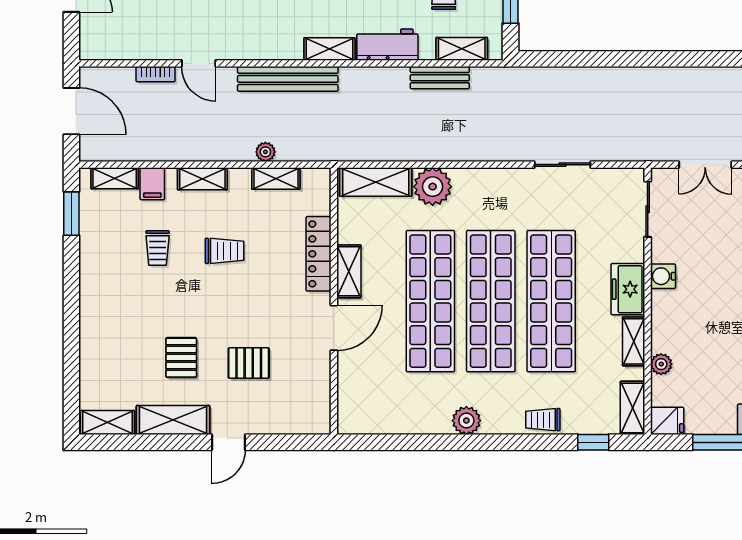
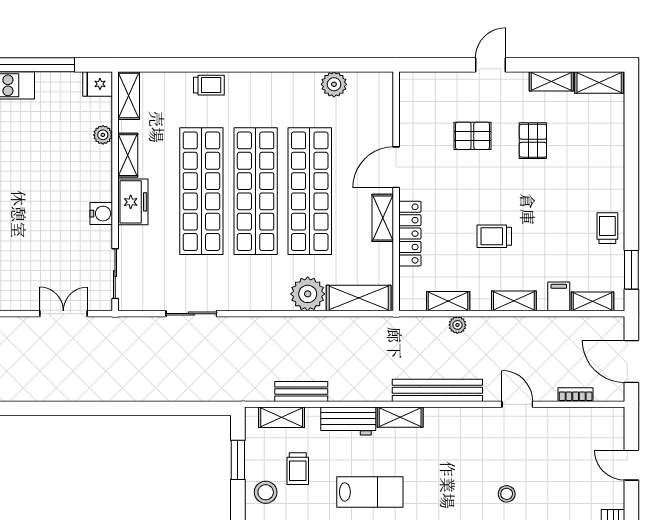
bookcase: (156, 74) -> (576, 395), moved
trolley: (158, 248) -> (607, 228), moved
shelving: (173, 420) -> (551, 81), width x0.67, depth x0.75
plant: (466, 421) -> (334, 84), moved
window: (593, 442) -> (164, 65), removed

